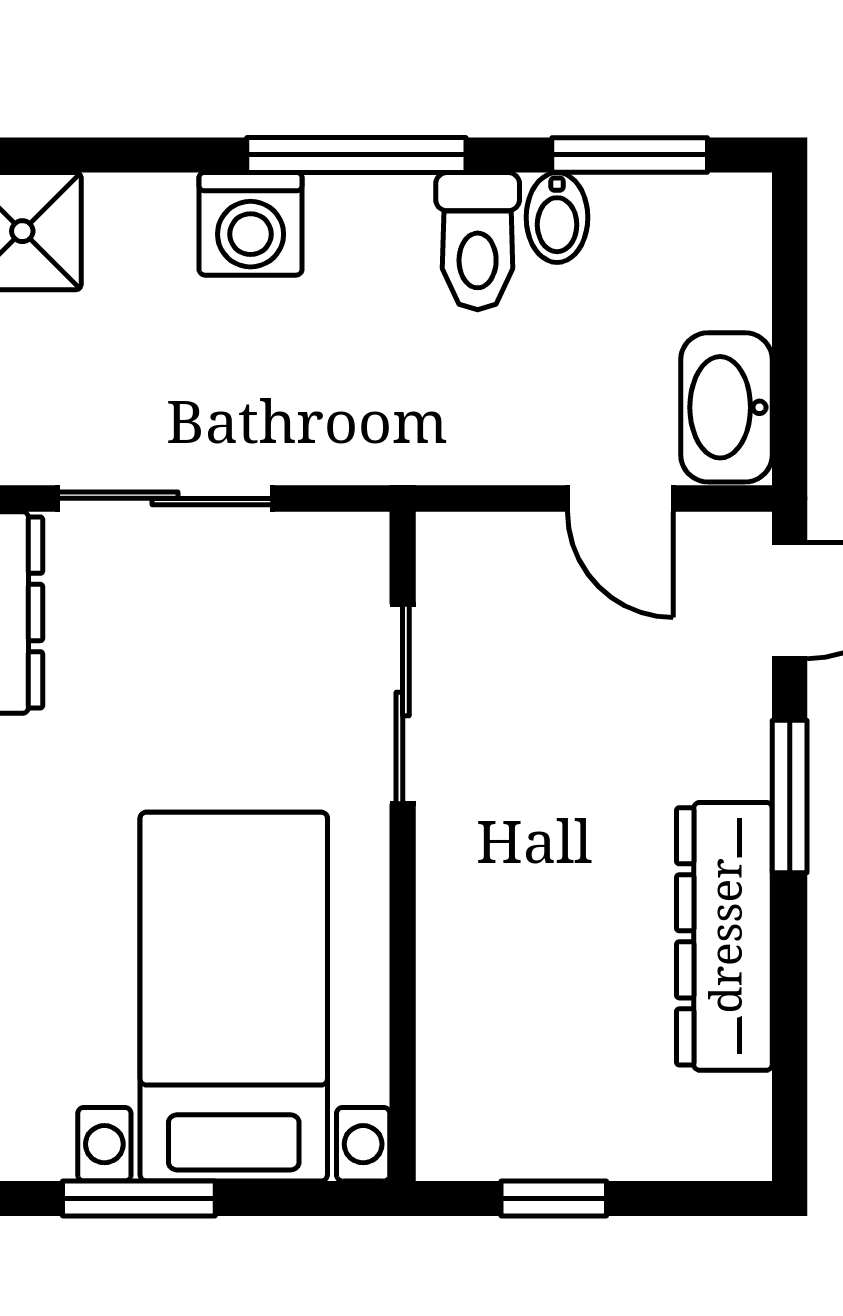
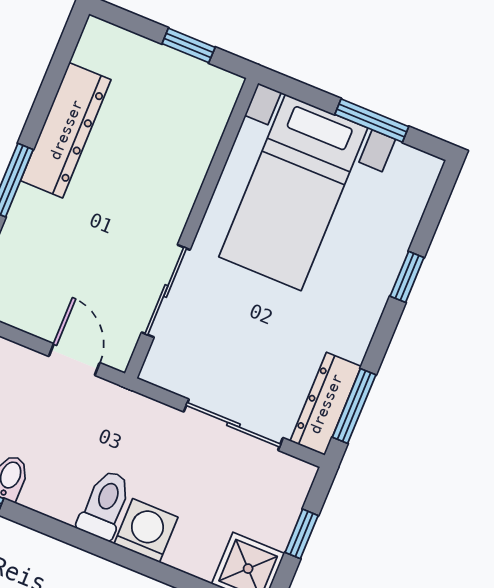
window: (356, 155) -> (87, 542), removed
toilet: (478, 241) -> (105, 505), moved
door: (620, 498) -> (74, 359), moved

